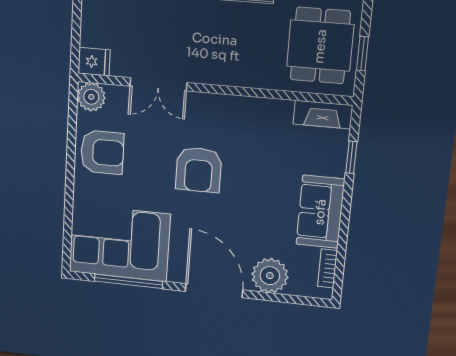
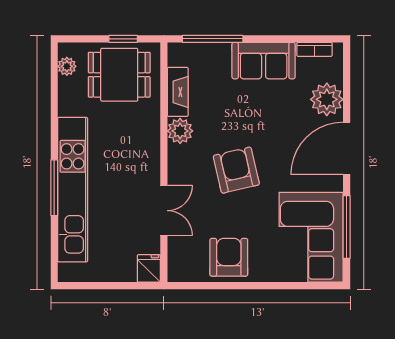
plant: (91, 97) -> (180, 131), moved
fireplace: (323, 115) -> (178, 92), moved
window: (351, 157) -> (213, 39), width x2.17
armchair: (199, 170) -> (236, 170), turned -103

